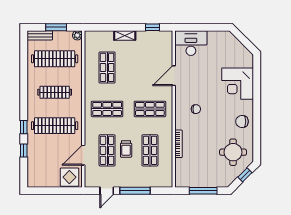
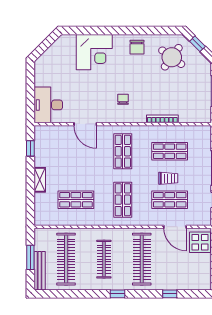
bench: (40, 35) -> (40, 271), width x1.36
plant: (77, 35) -> (40, 233), removed
window: (24, 127) -> (118, 294), moved
round table: (233, 152) -> (172, 57), turned 36

